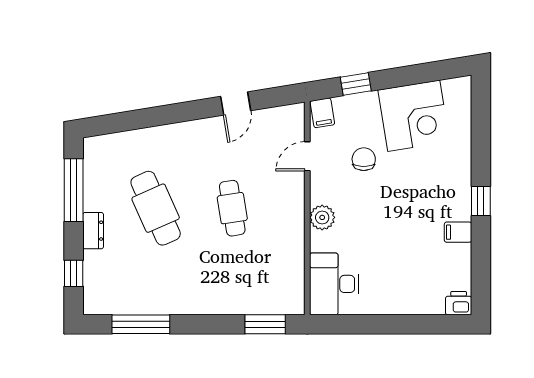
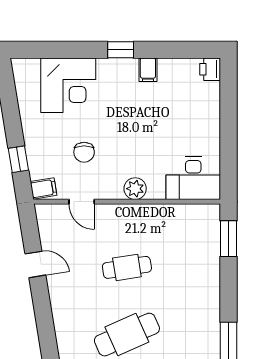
corner desk: (414, 116) -> (68, 85), moved, turned 99
chair: (364, 159) -> (84, 152), turned -90

